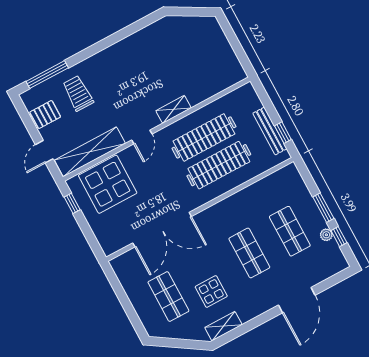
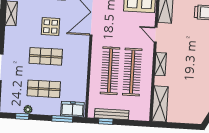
shelving: (222, 80) -> (160, 104), added
freezer: (293, 182) -> (72, 109), added
window: (323, 208) -> (62, 119), moved
display table: (211, 292) -> (51, 26), moved

